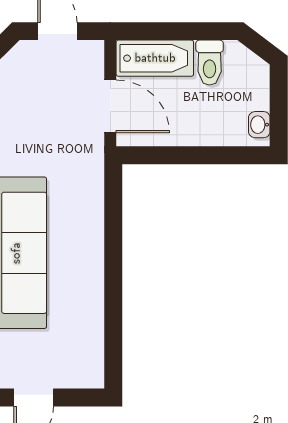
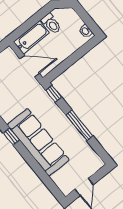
window: (113, 189) -> (54, 94), added
window: (113, 282) -> (79, 125), added

